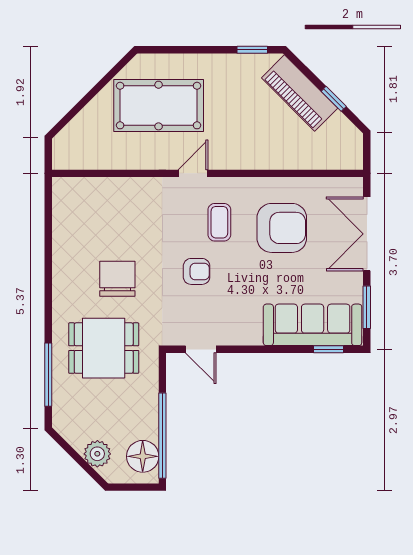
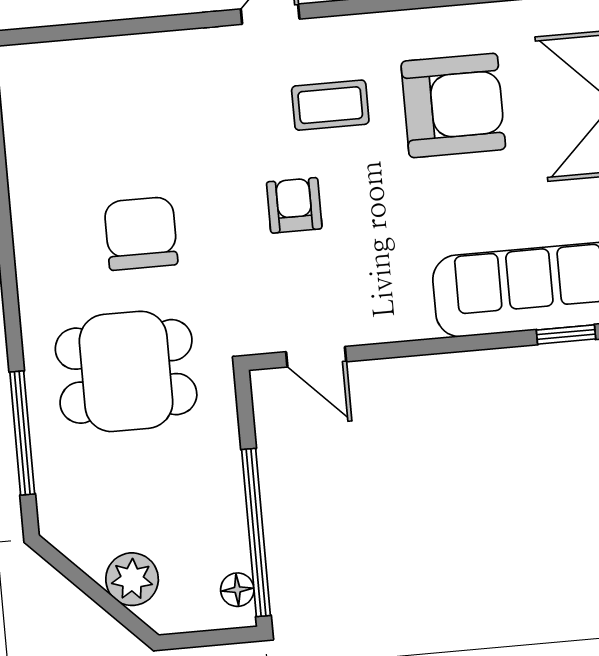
coffee table: (219, 222) -> (330, 105), turned 90
armchair: (197, 271) -> (294, 205), turned -90
floor lamp: (143, 456) -> (237, 590), width x0.53, depth x0.53

